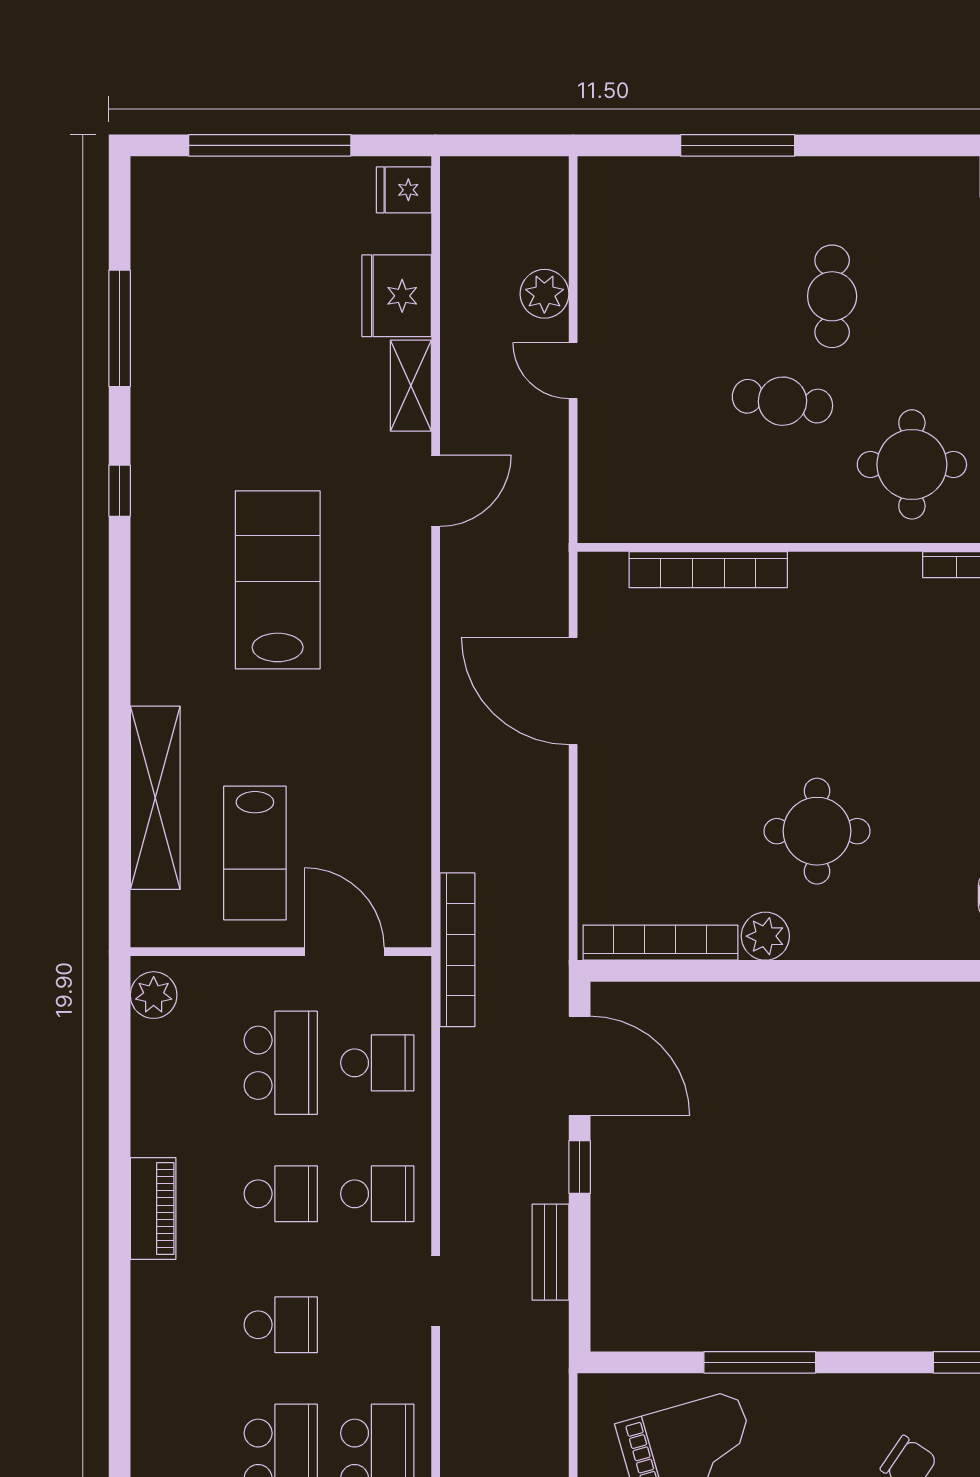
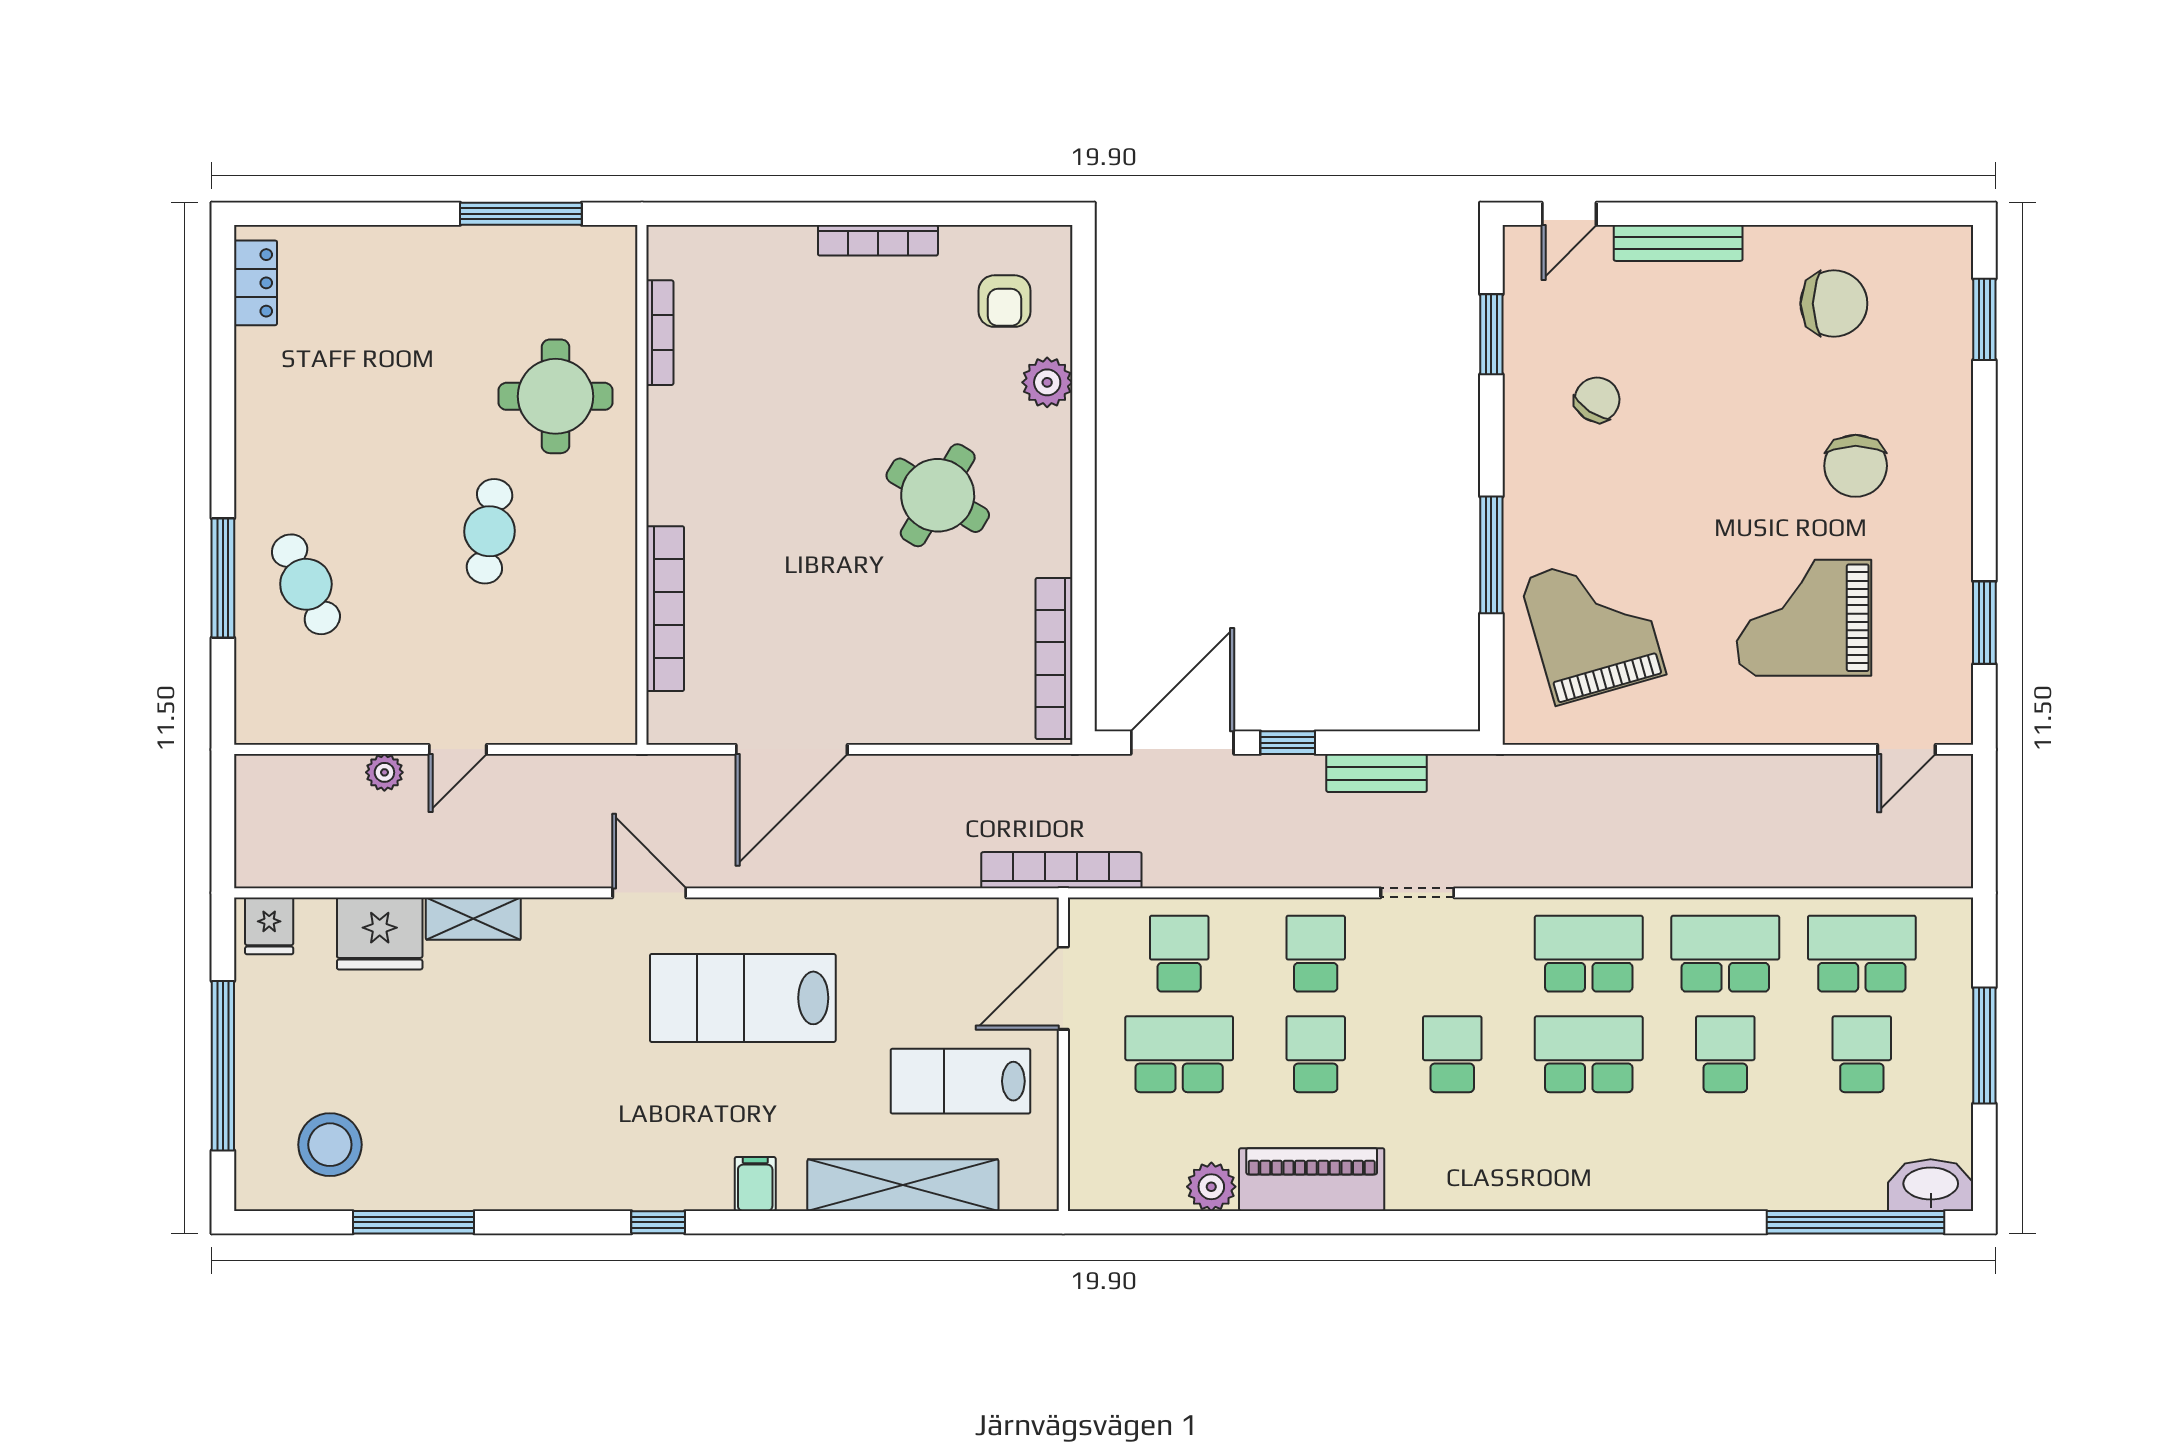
stool: (194, 248) -> (330, 1145), added
plant: (544, 294) -> (384, 772), width x0.73, depth x0.73
cafe table: (832, 296) -> (306, 584), moved, turned 64
window: (120, 491) -> (658, 1222), moved
door: (436, 491) -> (649, 893), moved
lab bench: (278, 580) -> (743, 998), moved
filing cabinet: (156, 656) -> (755, 1184), added
round table: (817, 831) -> (938, 495), turned 31
lab bench: (255, 853) -> (960, 1081), turned 180
plant: (765, 936) -> (1047, 382), moved
plant: (154, 995) -> (1211, 1187), moved
piano: (153, 1209) -> (1312, 1180), width x1.37, depth x1.33

